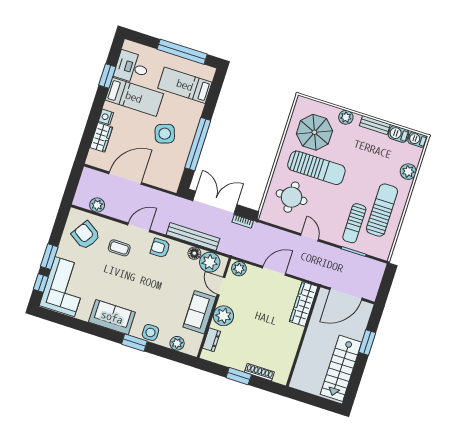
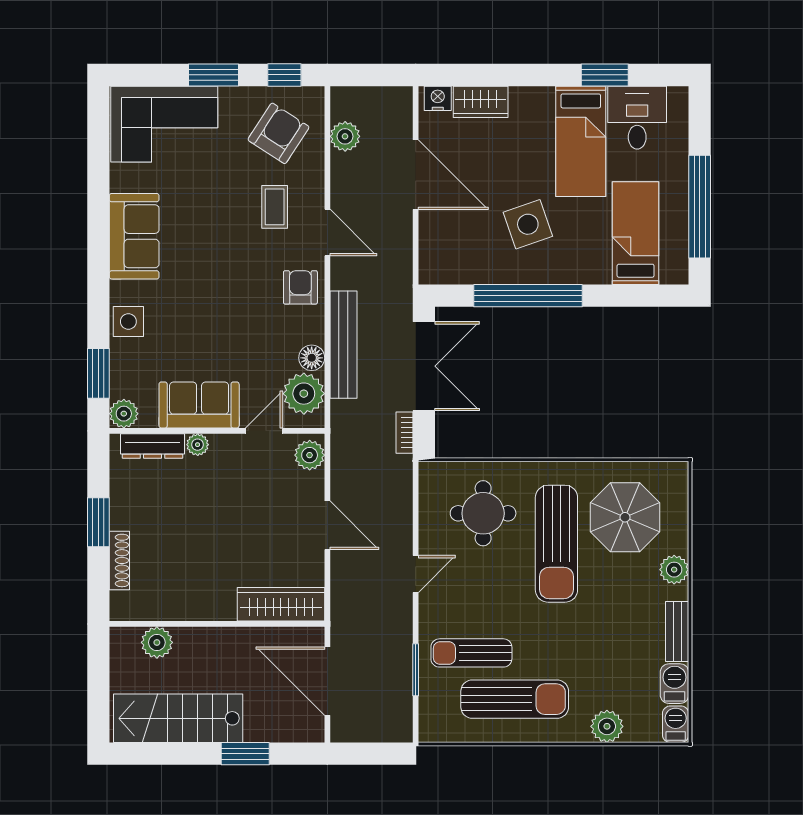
nightstand: (106, 117) -> (438, 98), moved
window: (41, 283) -> (284, 75), moved
plant: (223, 316) -> (198, 445), width x0.53, depth x0.53
dresser: (212, 340) -> (152, 446), width x1.44
window: (134, 343) -> (98, 373), moved
plant: (177, 343) -> (124, 414), moved
plant: (303, 367) -> (157, 642), added

